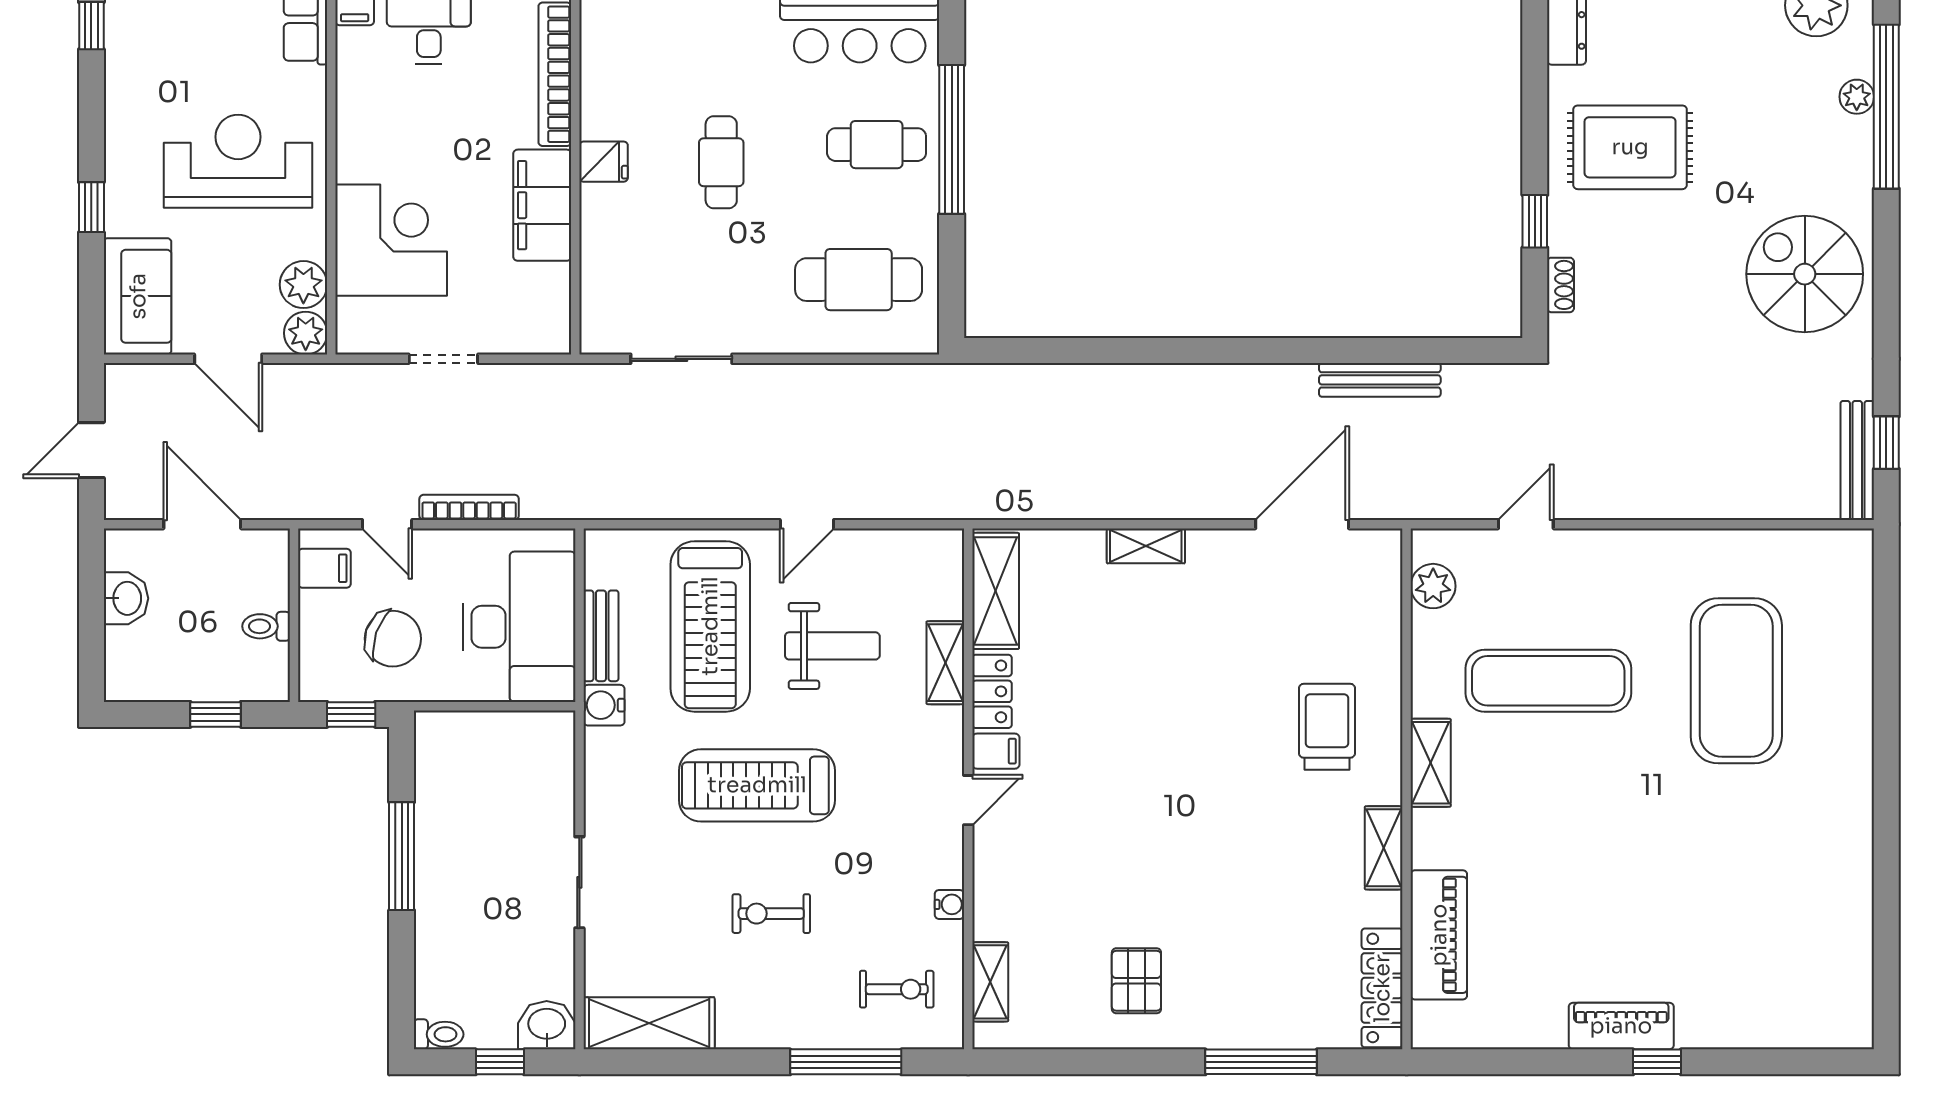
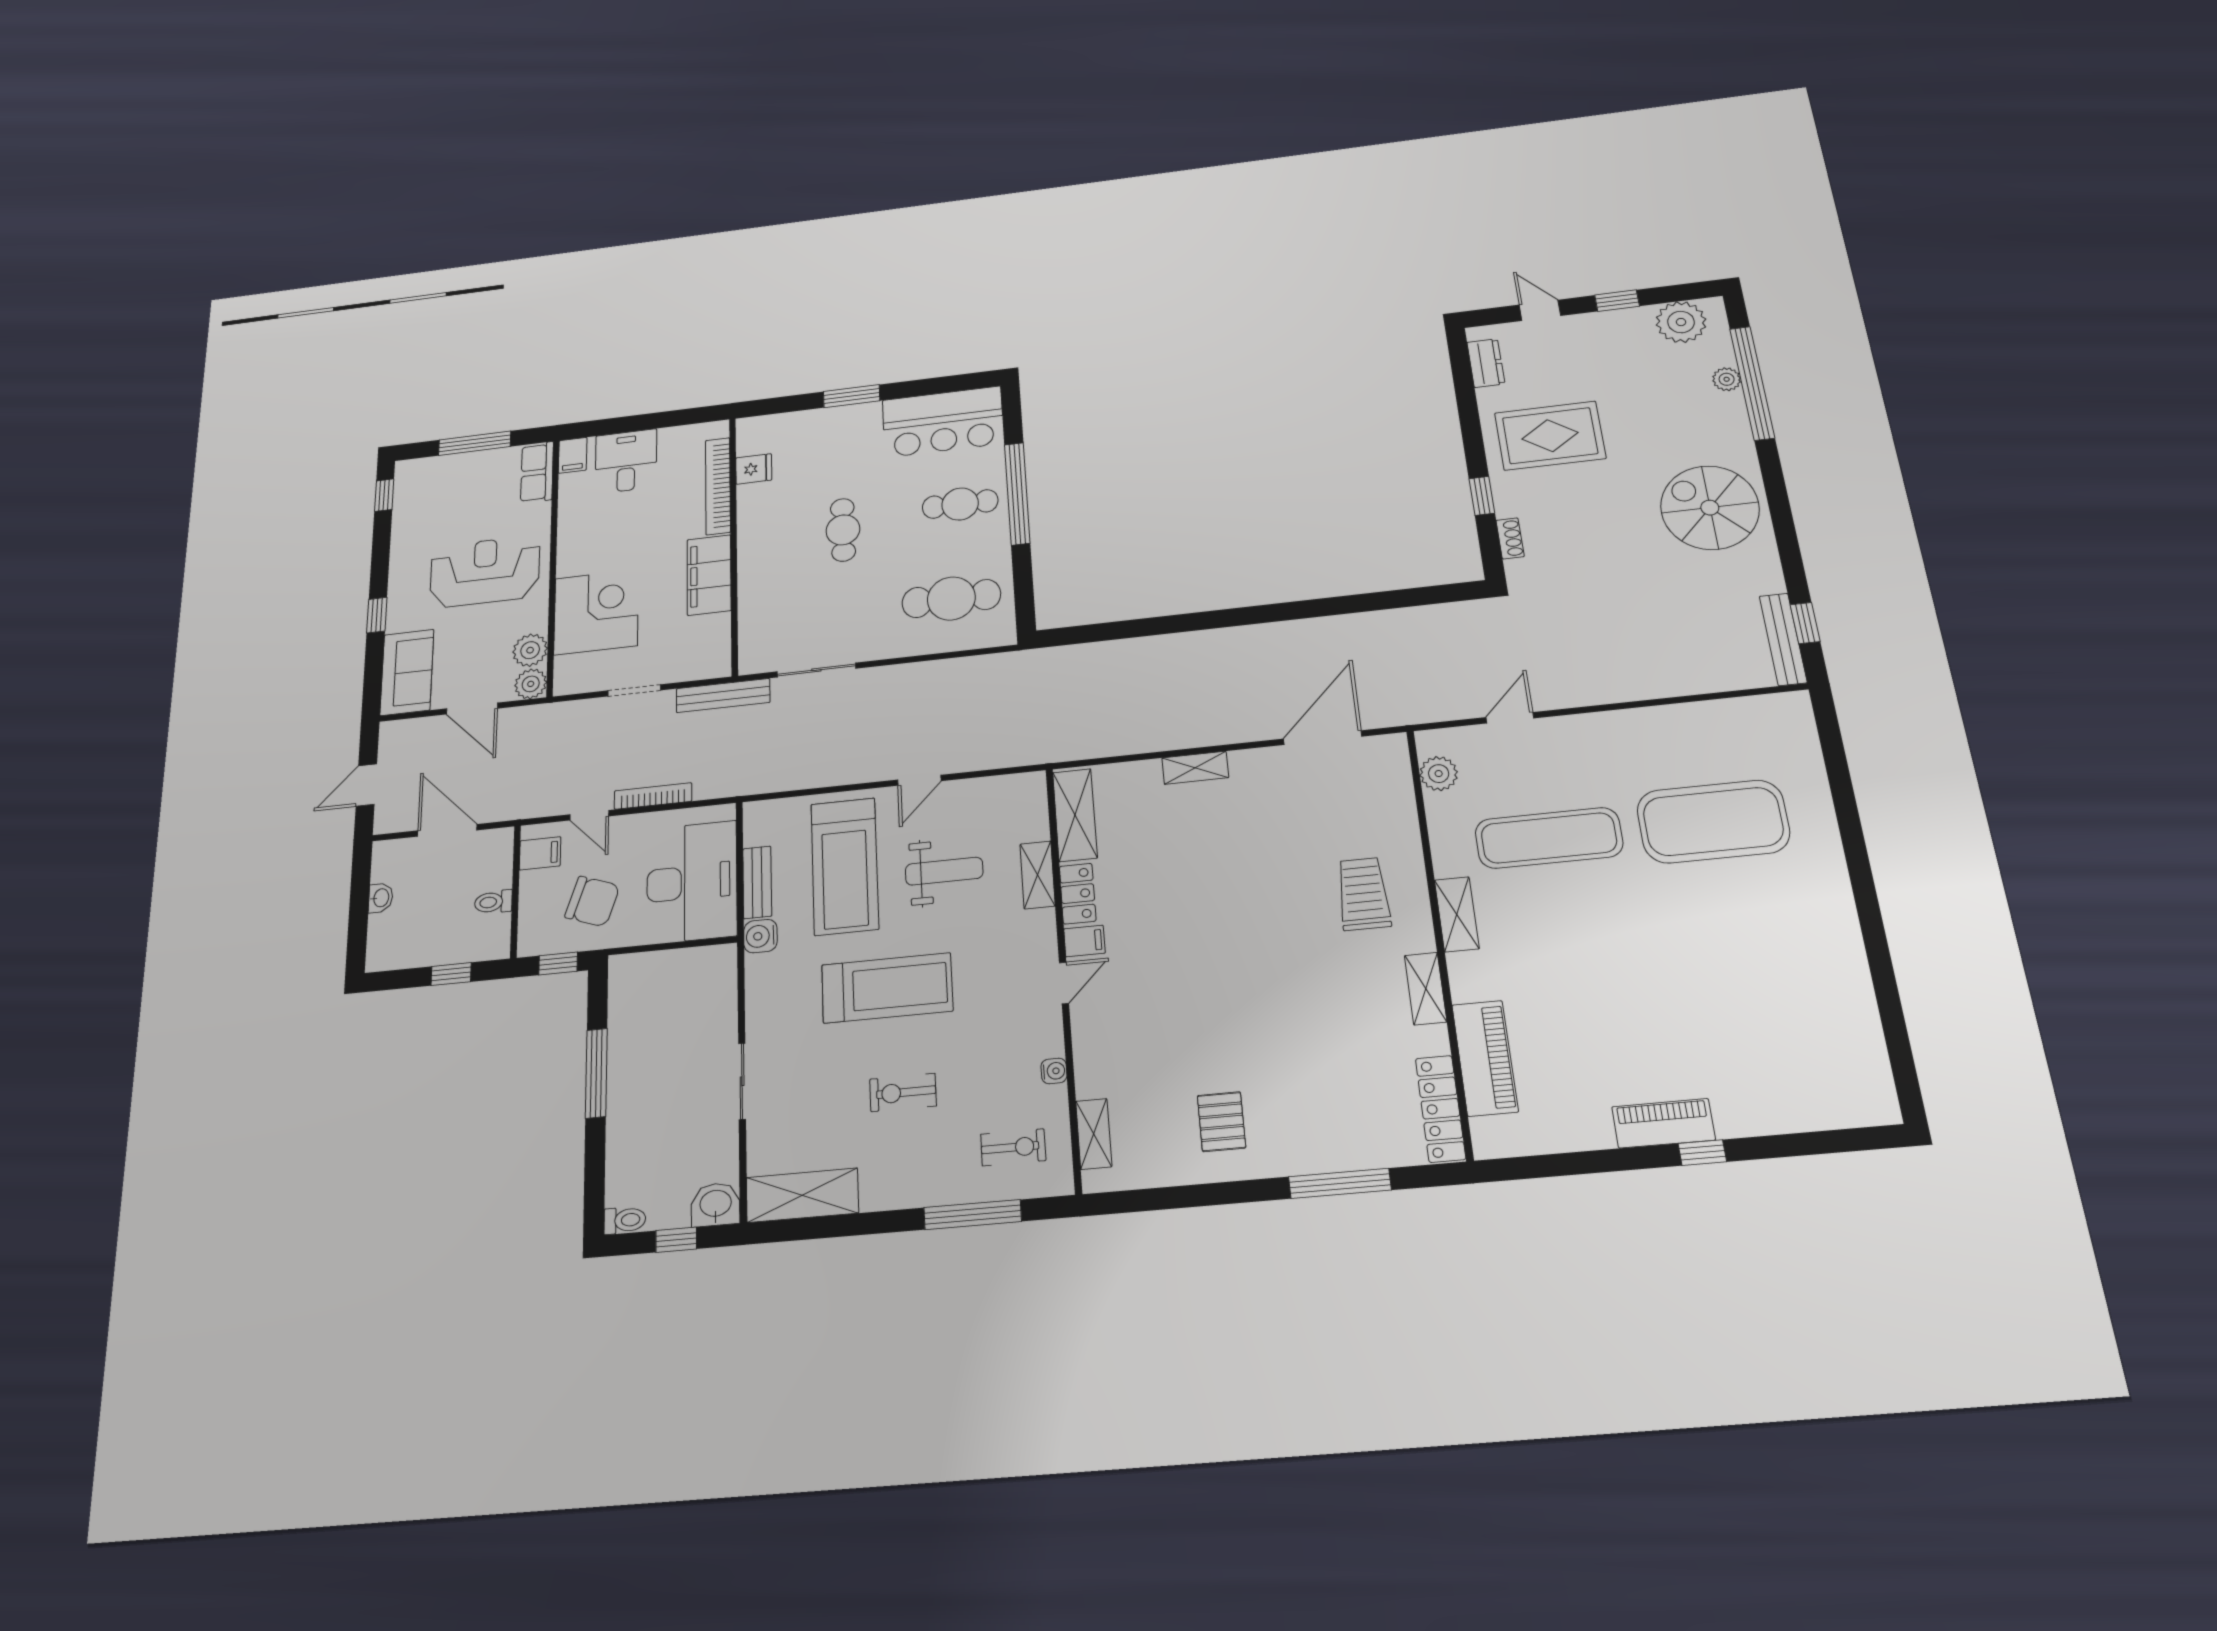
fridge: (604, 162) -> (754, 469), moved
bench: (1380, 380) -> (723, 696), moved
washbasin: (126, 598) -> (381, 898), width x0.72, depth x0.69
exercise mat: (1736, 681) -> (1713, 822), turned 90
treadmill: (757, 785) -> (887, 988), turned 180

